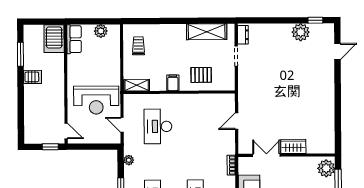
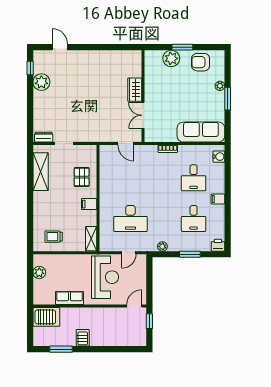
row of seats: (74, 39) -> (69, 298), moved
wardrobe: (293, 146) -> (135, 90), moved
double door: (266, 155) -> (143, 115), moved
wall: (287, 155) -> (143, 96), moved

